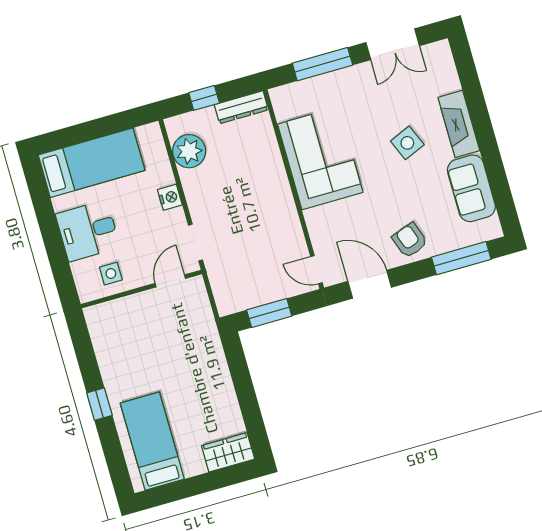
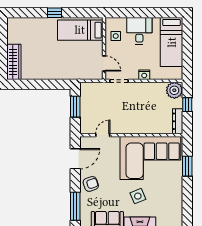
double door: (393, 44) -> (187, 203), removed
window: (322, 64) -> (187, 166), width x0.69
plant: (189, 151) -> (174, 90), moved
corner sofa: (320, 158) -> (150, 158), width x1.36, depth x1.36
door: (316, 270) -> (103, 135), moved
bed: (152, 441) -> (80, 30), moved, turned 180
wardrobe: (228, 452) -> (14, 62), width x1.50

